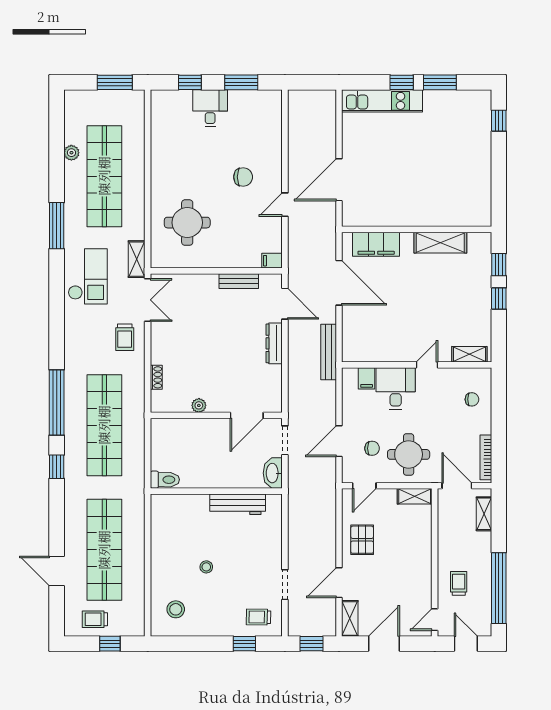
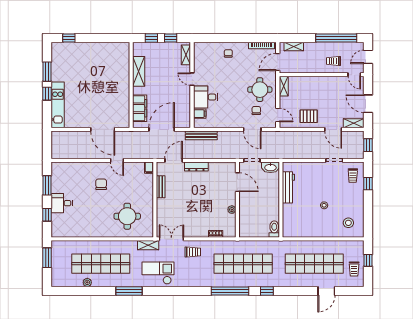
shelving: (469, 354) -> (186, 55), moved
wall: (417, 365) -> (192, 85), moved
door: (427, 365) -> (192, 79), moved
filing cabinet: (367, 378) -> (200, 114), moved
desk: (396, 389) -> (206, 97), moved

